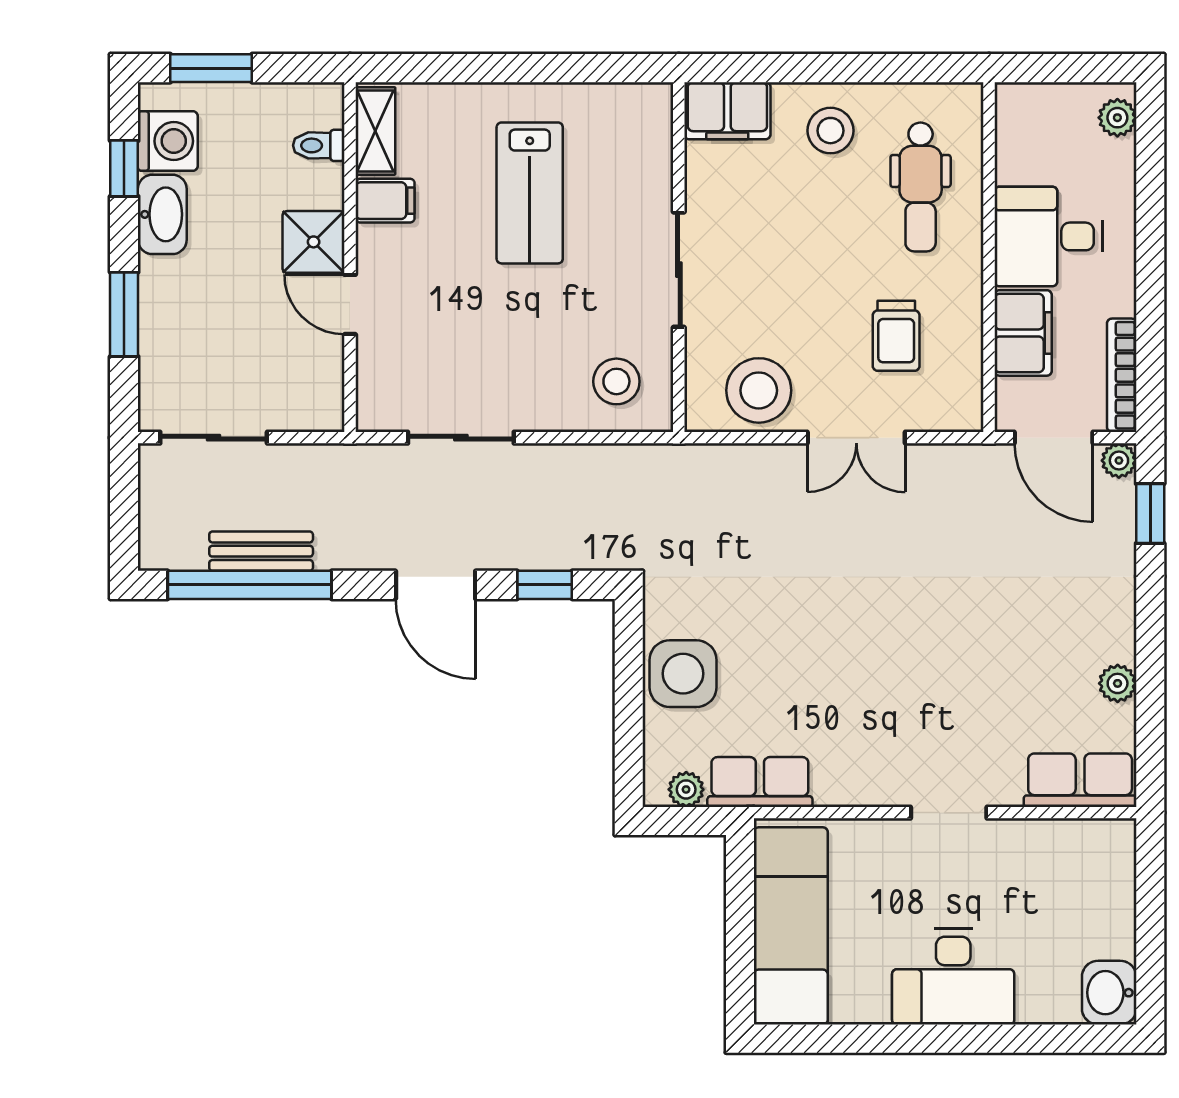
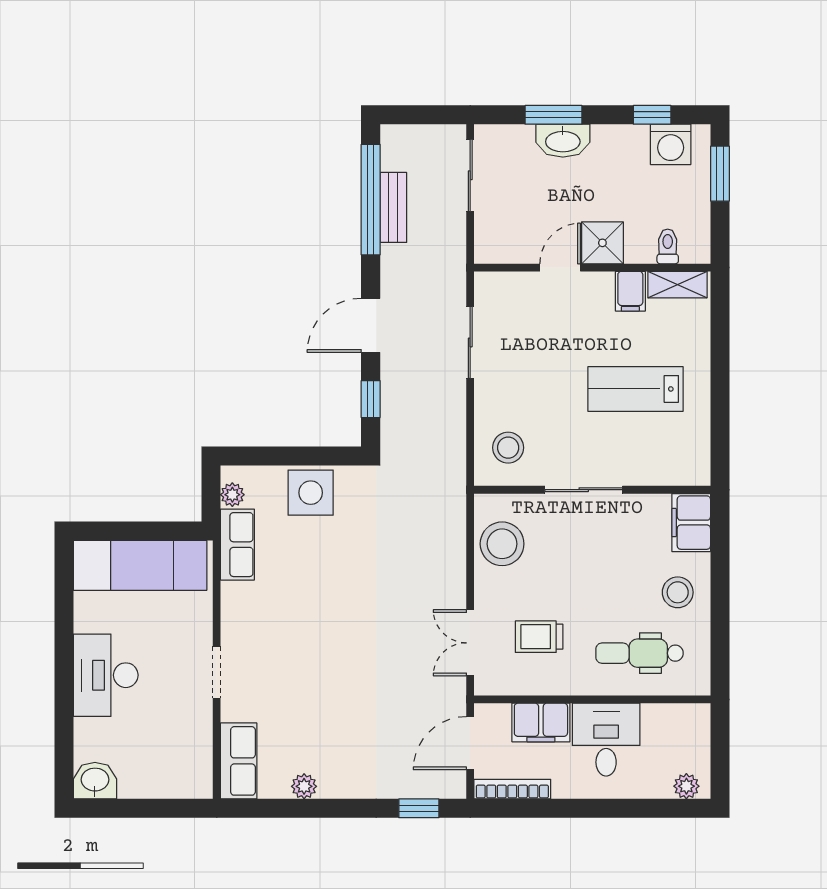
washbasin: (162, 214) -> (563, 141), moved
double door: (856, 438) -> (470, 643), moved
plant: (1119, 460) -> (455, 787), removed

